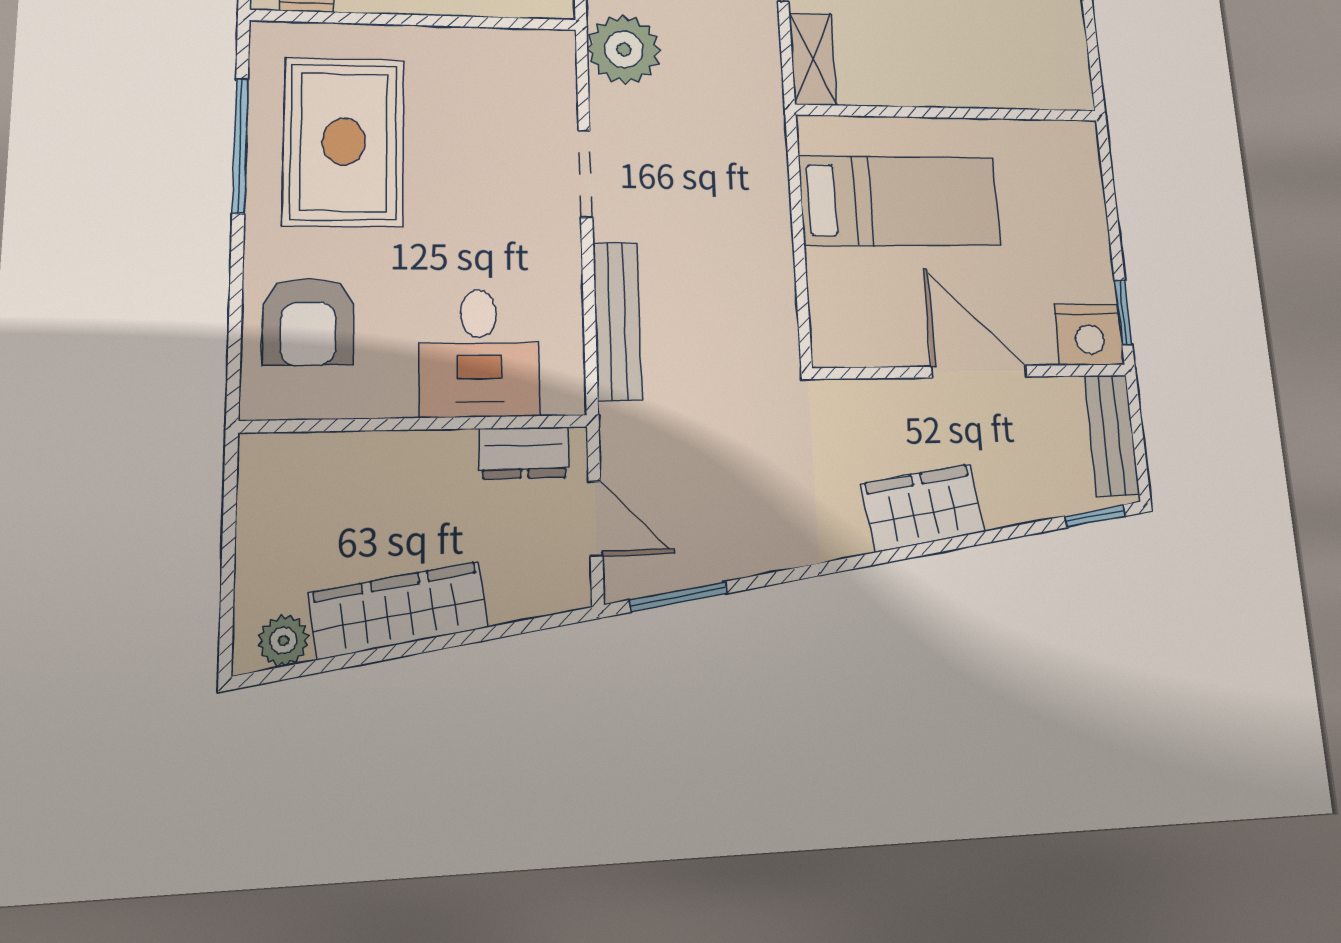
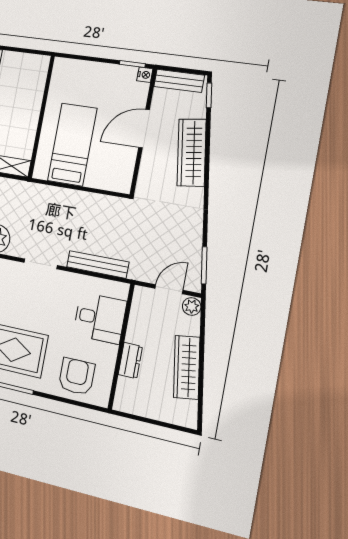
armchair: (308, 321) -> (77, 376), turned -90
nightstand: (1089, 334) -> (145, 75), width x0.53, depth x0.56
dresser: (524, 453) -> (130, 361), moved
wardrobe: (923, 508) -> (192, 153), width x1.50
plant: (283, 641) -> (192, 306), moved

